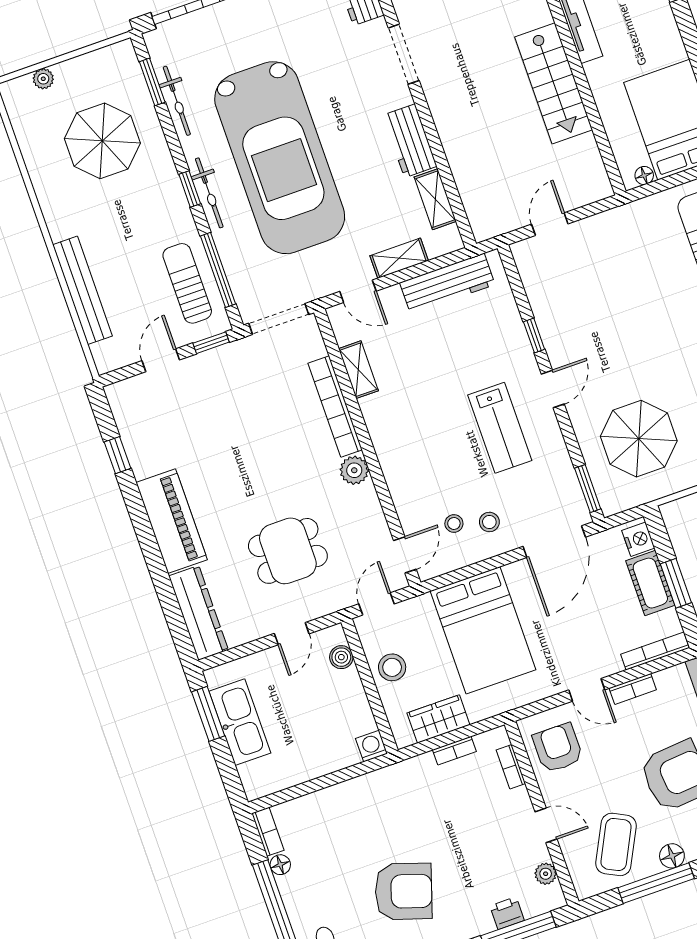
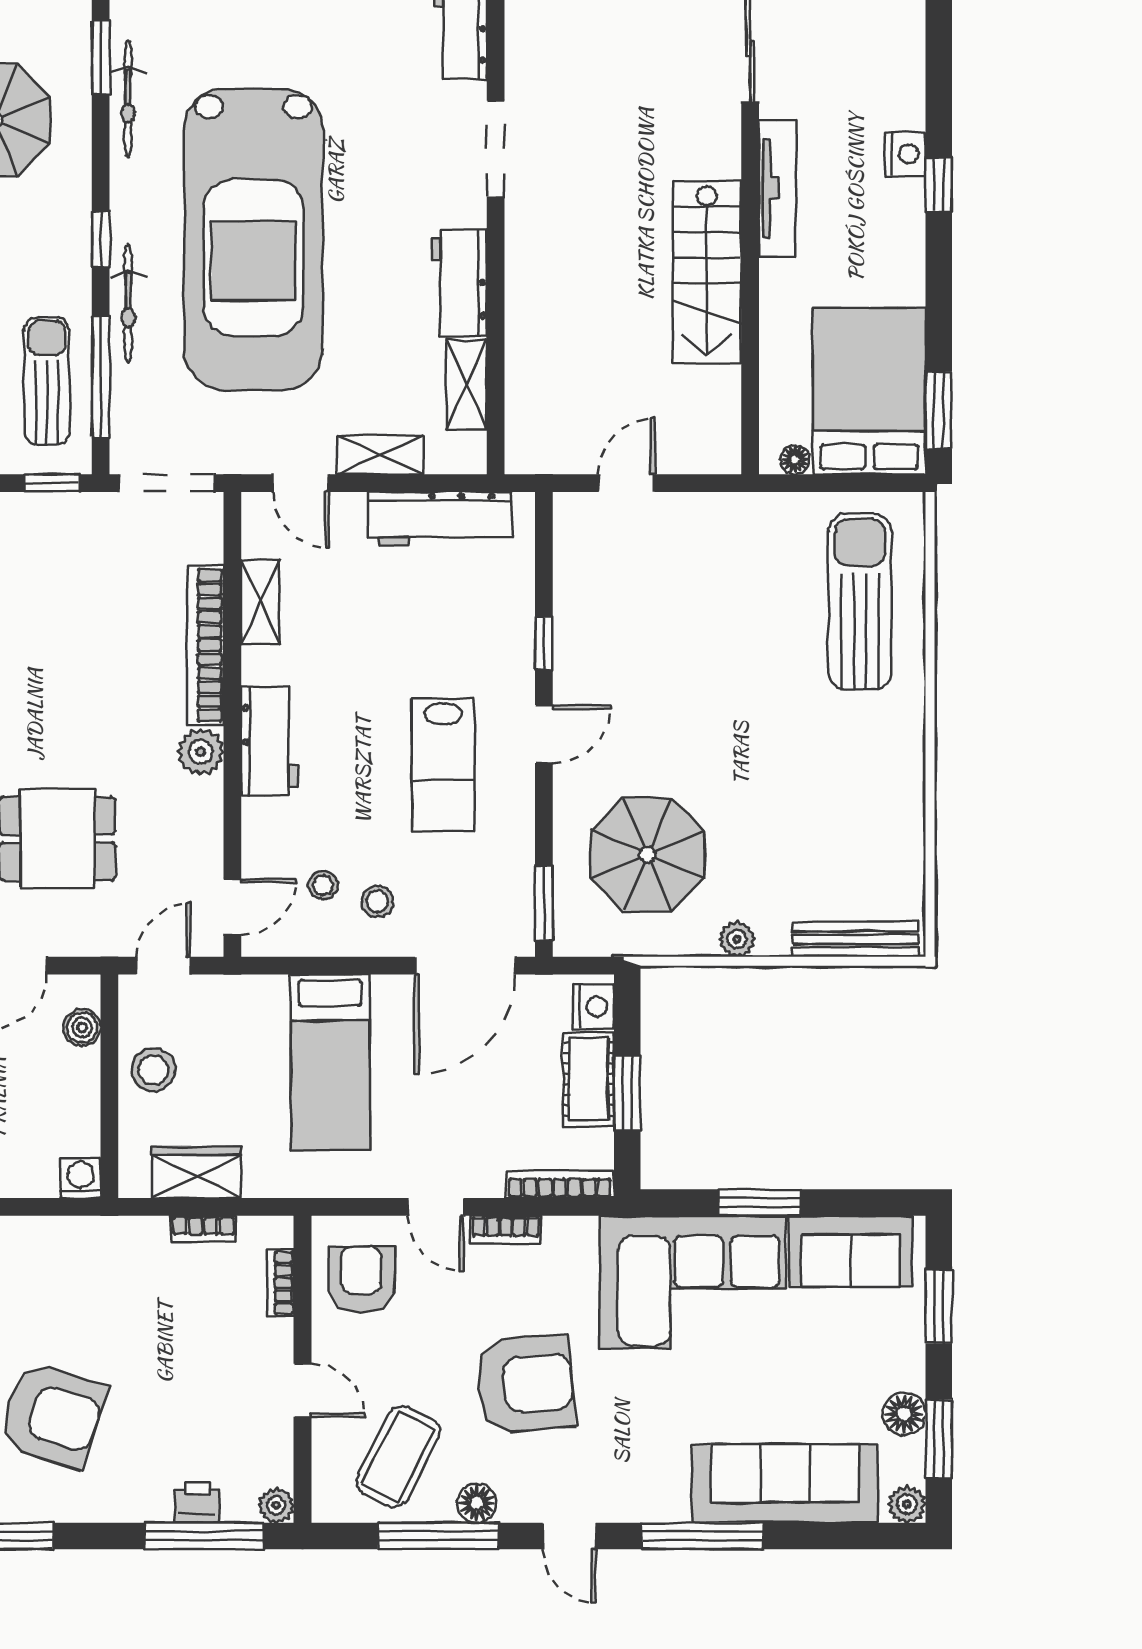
bicycle: (209, 193) -> (128, 304), moved
workbench: (393, 450) -> (269, 741), added
bed: (483, 630) -> (330, 1062), width x0.67
plant: (546, 874) -> (276, 1505), moved

